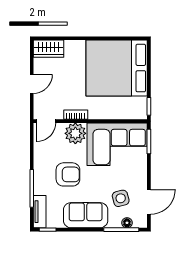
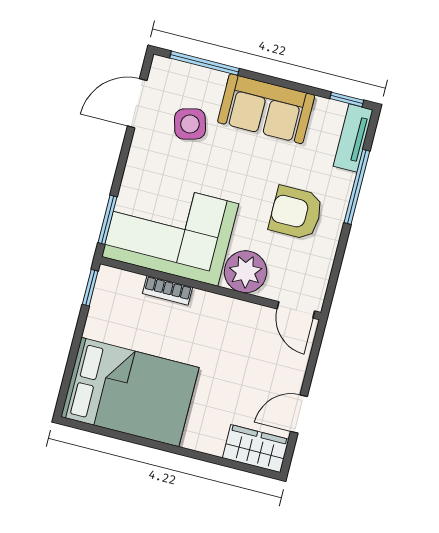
bed: (117, 68) -> (130, 392), width x0.73
door: (32, 84) -> (299, 414), moved
bookcase: (76, 115) -> (167, 290), moved
door: (46, 121) -> (296, 310), swing flipped
armchair: (68, 174) -> (296, 213), moved
floor lamp: (127, 223) -> (190, 74), removed

